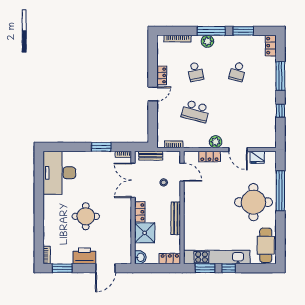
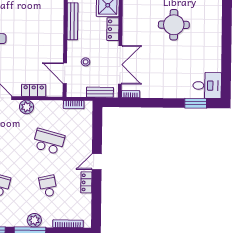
window: (101, 147) -> (196, 103), moved
desk: (59, 173) -> (207, 86), width x0.53, depth x0.77

